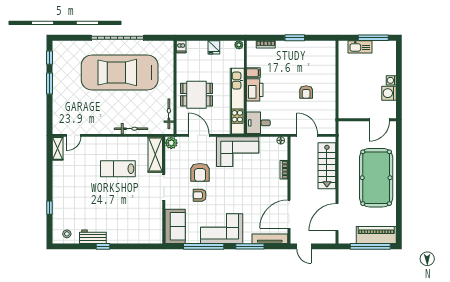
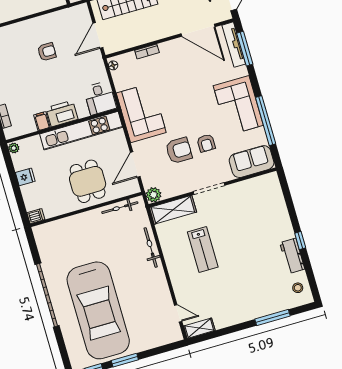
car: (120, 72) -> (98, 310), moved
window: (49, 208) -> (273, 317), width x2.17
window: (250, 246) -> (245, 49), moved

